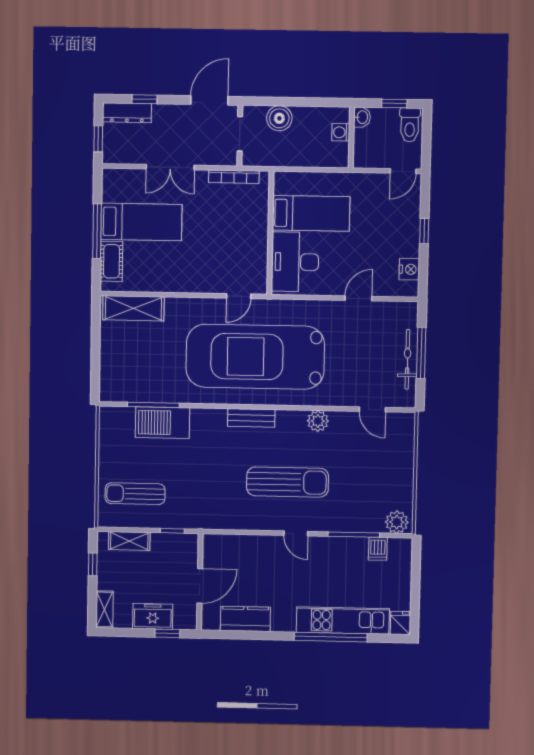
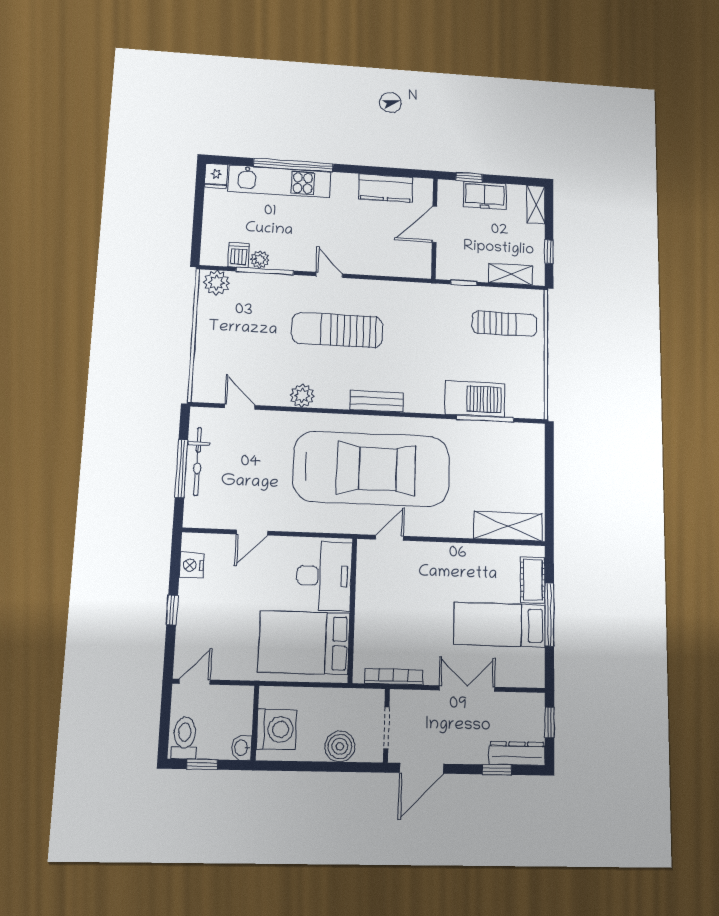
washing machine: (341, 132) -> (277, 729), width x1.89, depth x1.89
bed: (311, 213) -> (304, 643), width x1.50
plant: (359, 545) -> (260, 260), added

